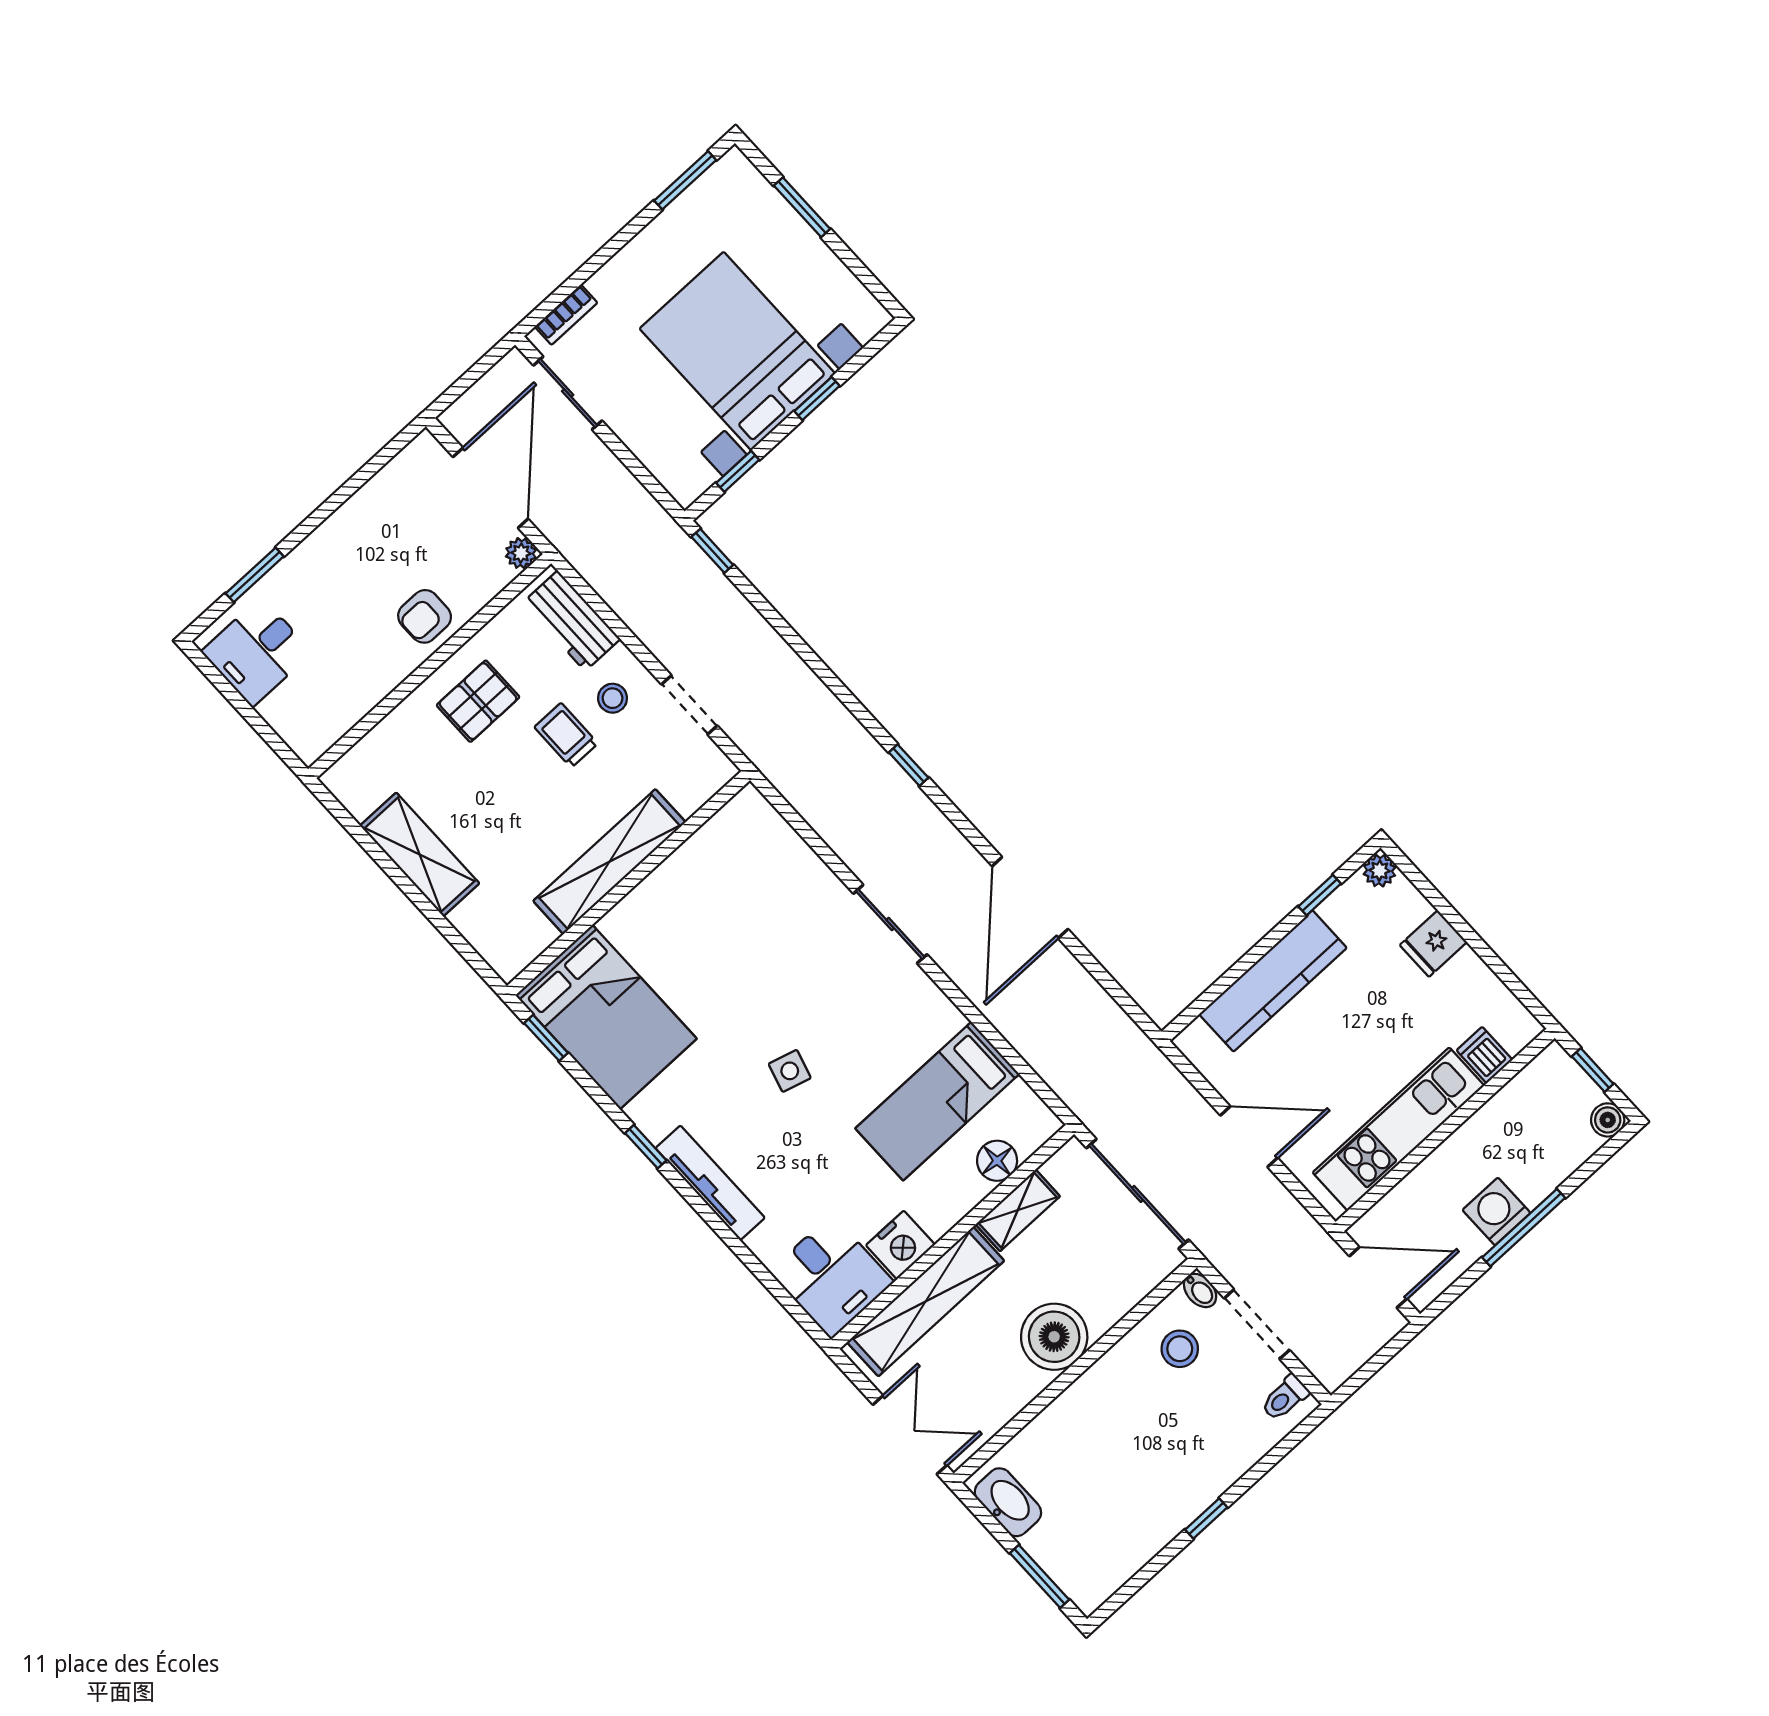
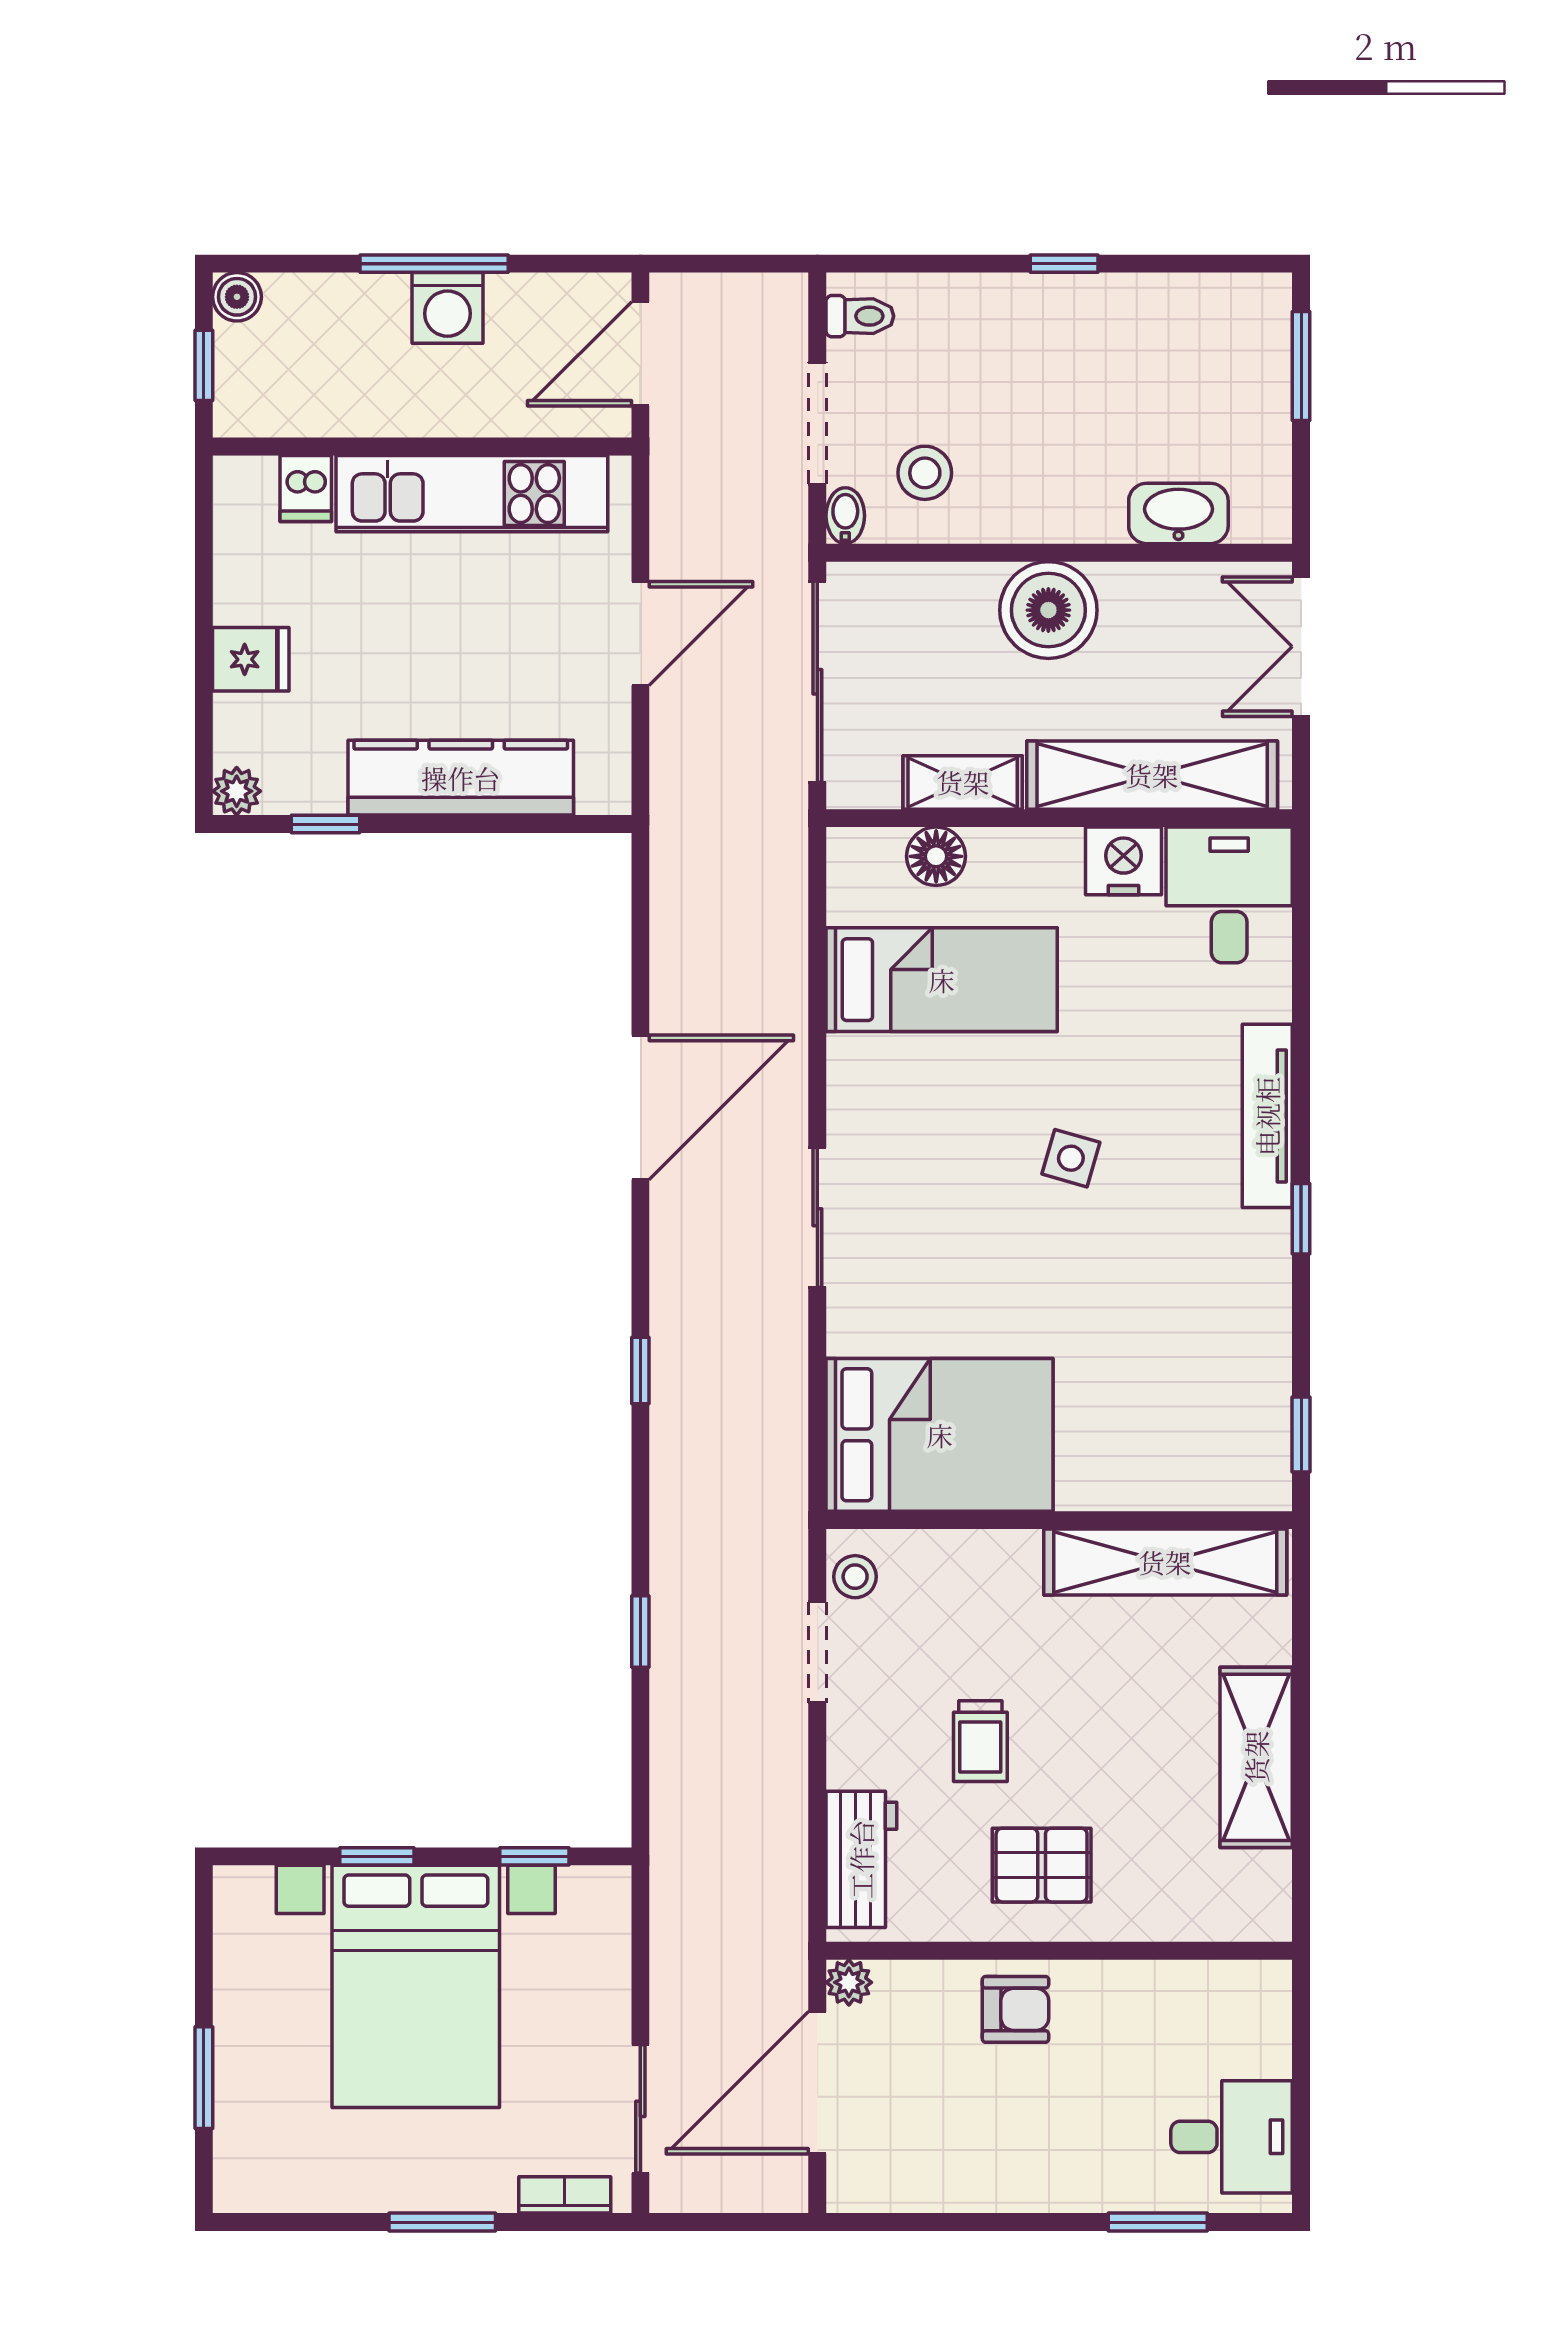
window: (685, 180) -> (442, 2222), moved
window: (712, 551) -> (640, 1631), moved
stool: (613, 698) -> (855, 1577), moved
shelving: (609, 862) -> (1165, 1562), moved
bed: (606, 1017) -> (940, 1435), moved, turned 90
door: (1249, 1137) -> (640, 633), swing flipped
door: (1378, 1277) -> (640, 354), hinge flipped
washbasin: (1008, 1502) -> (1178, 513), moved, turned 90

